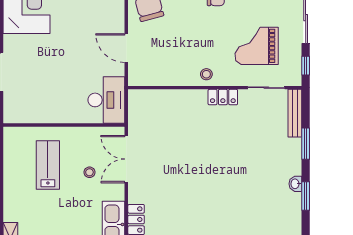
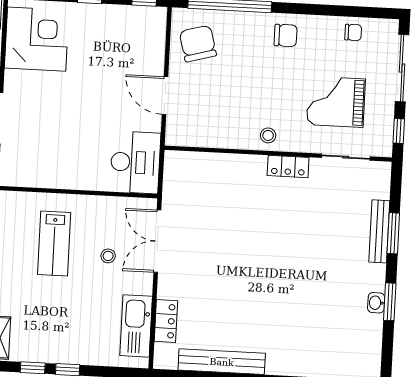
bench: (295, 113) -> (379, 231), moved
lab bench: (48, 165) -> (54, 244), turned 180
washbasin: (295, 184) -> (376, 303), moved

